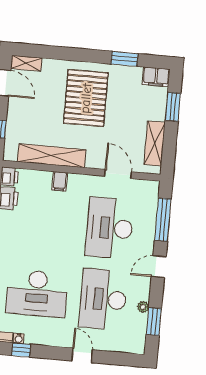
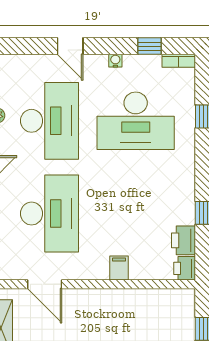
shelving: (52, 156) -> (133, 300), removed
desk: (37, 293) -> (136, 121), turned 180
water cooler: (19, 338) -> (115, 61), moved

